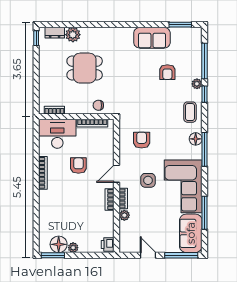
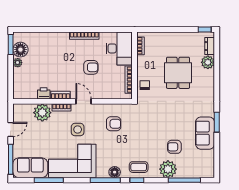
window: (180, 25) -> (217, 122), moved
plant: (197, 84) -> (168, 169), width x1.88, depth x1.88
window: (205, 94) -> (137, 180), moved
plant: (124, 215) -> (42, 113), width x1.87, depth x1.87
printer: (108, 245) -> (44, 93), moved

